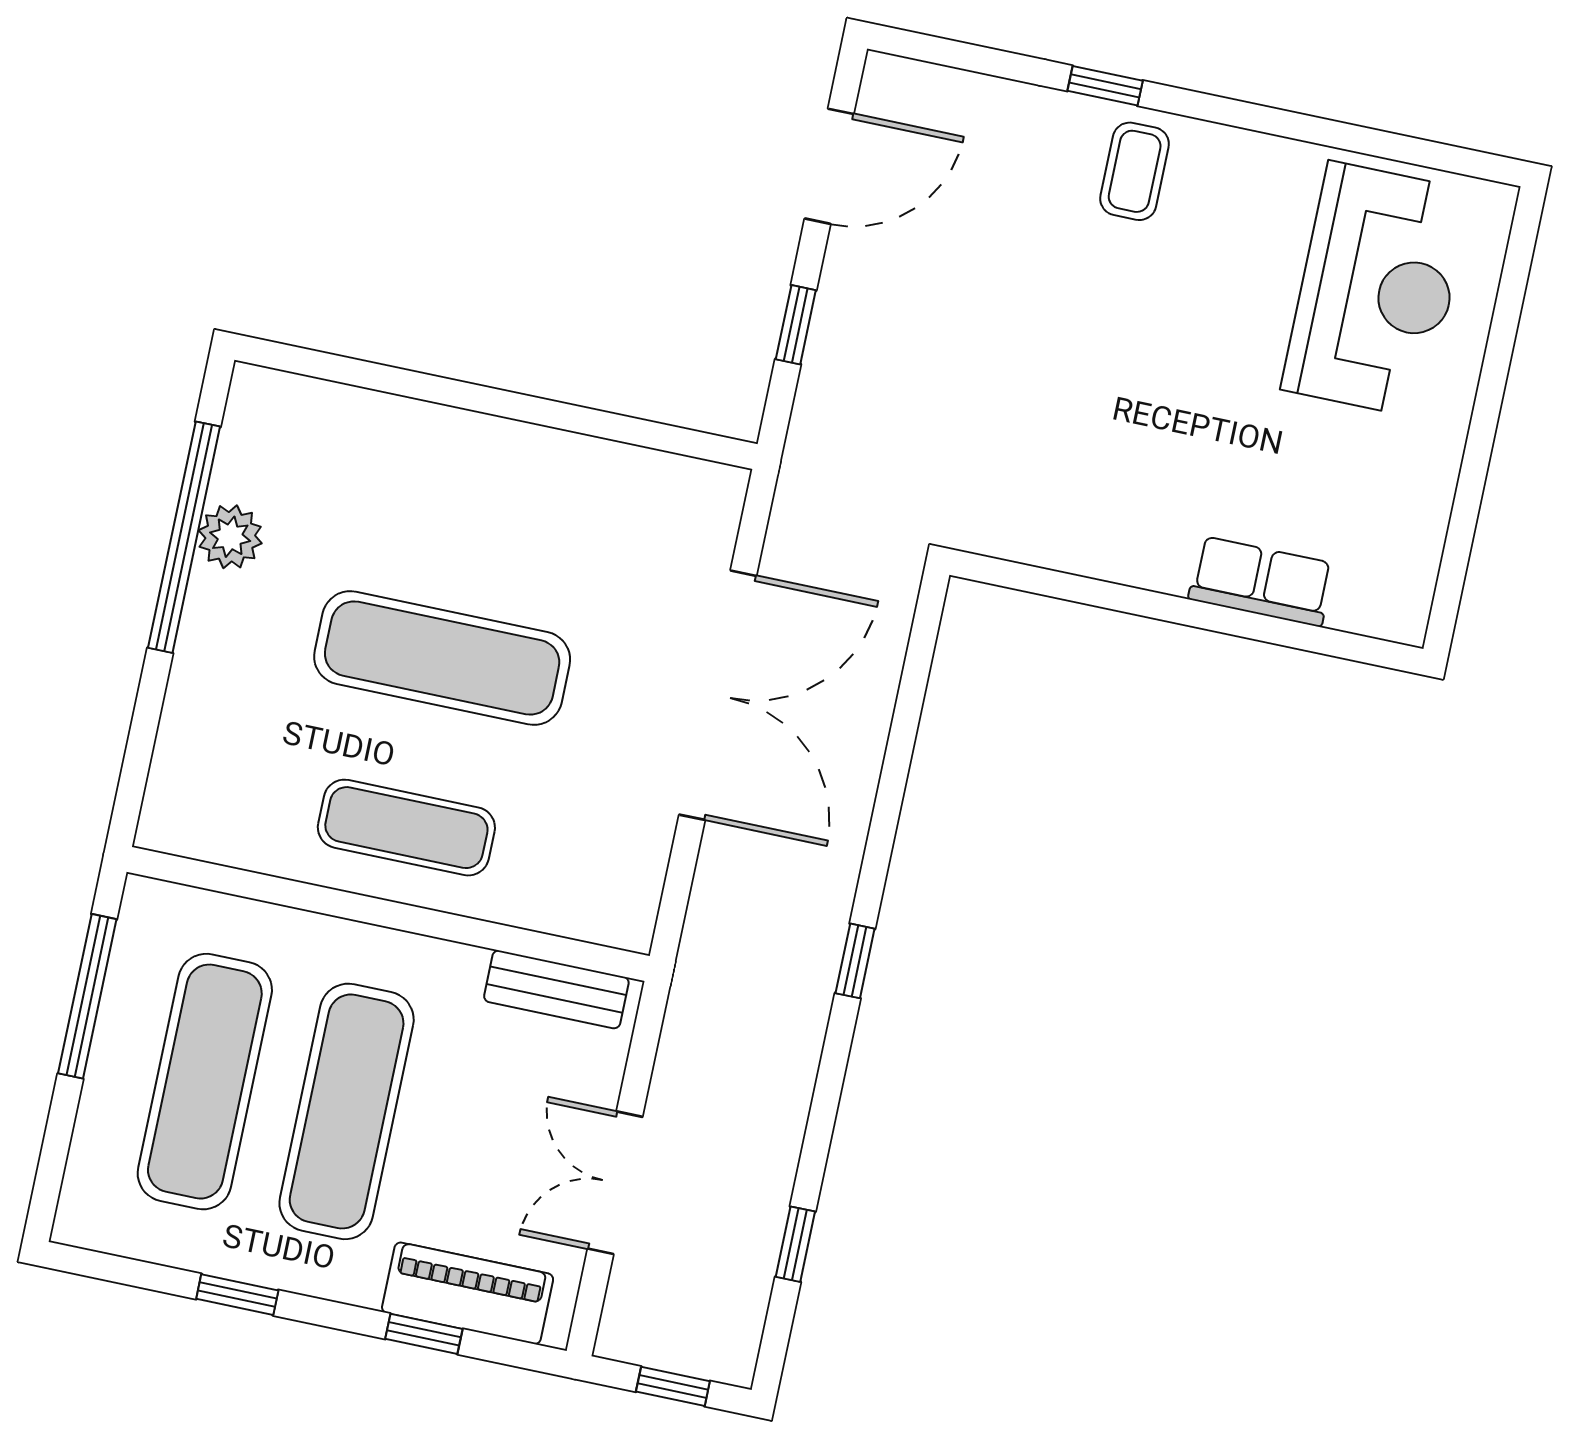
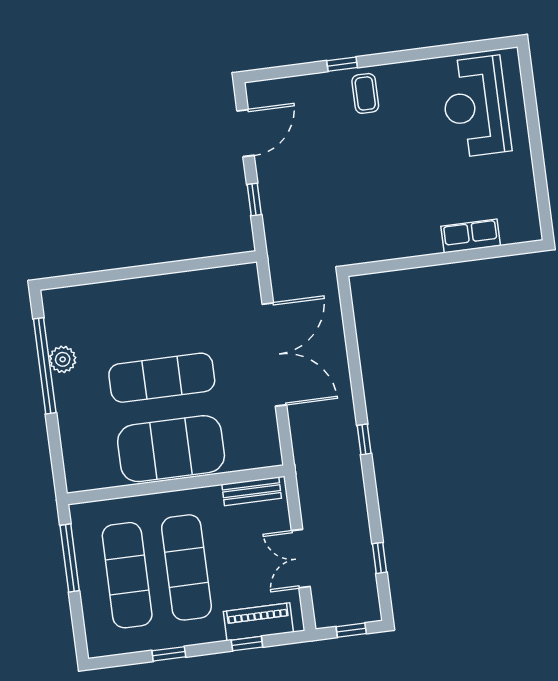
reception desk: (1376, 290) -> (476, 107), turned 180
exercise mat: (406, 828) -> (171, 449), width x2.00, depth x1.45

